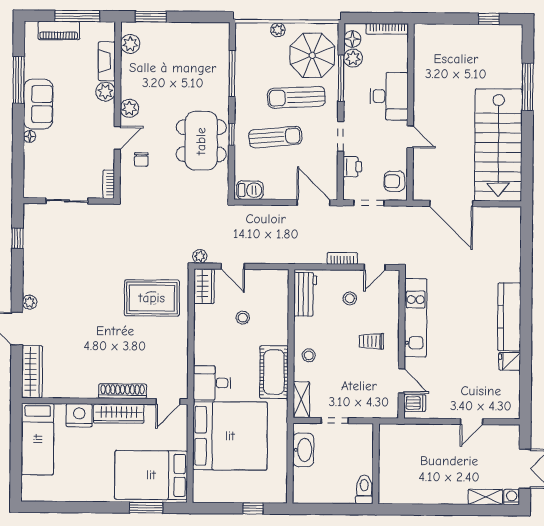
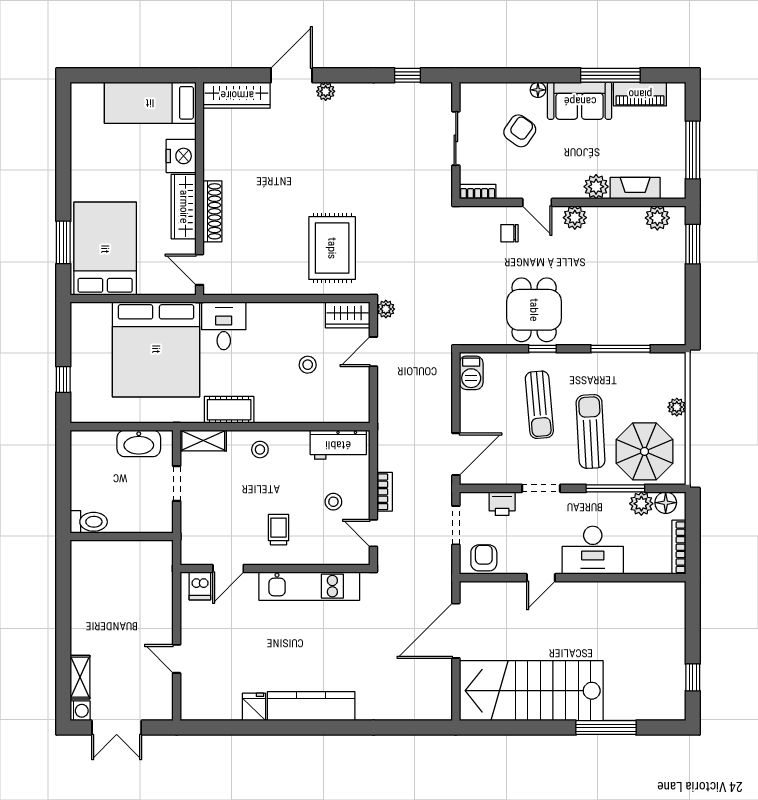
piano: (59, 31) -> (640, 94), moved, turned -90
dining table: (201, 141) -> (534, 310), width x0.73
armchair: (61, 151) -> (520, 131), added
cot: (274, 372) -> (229, 410), width x0.73, depth x0.75

